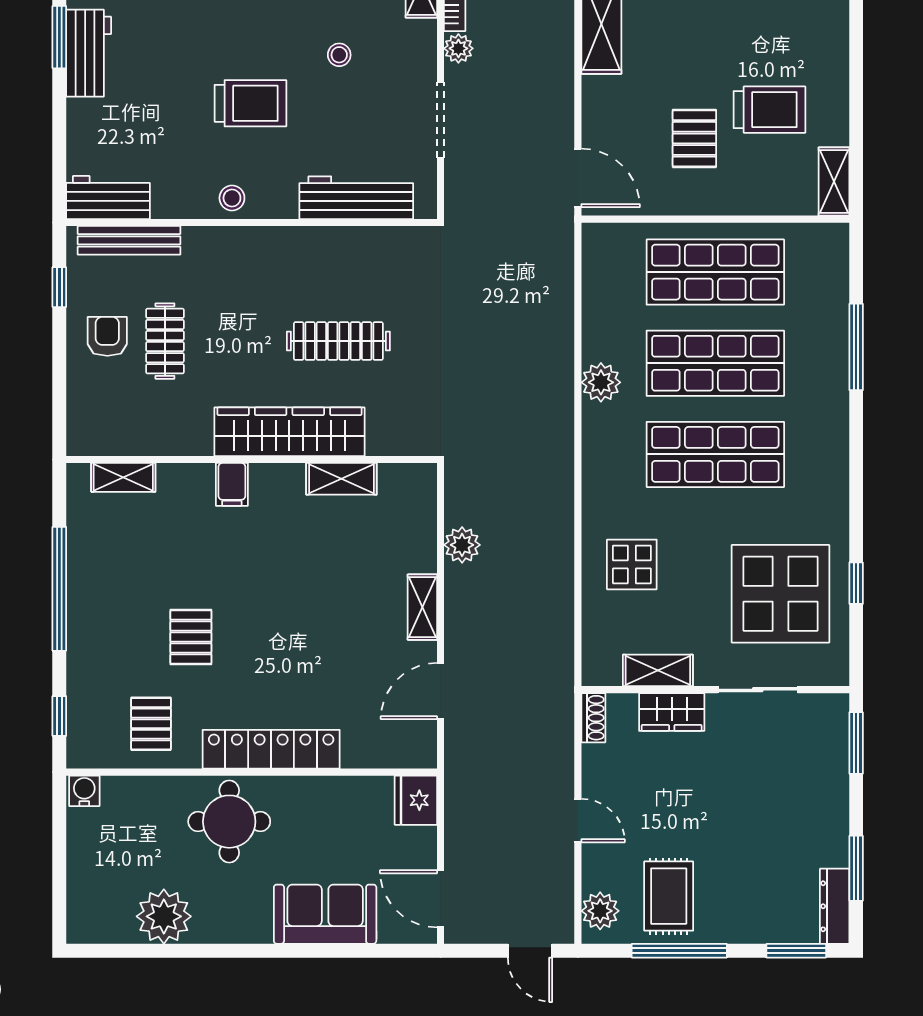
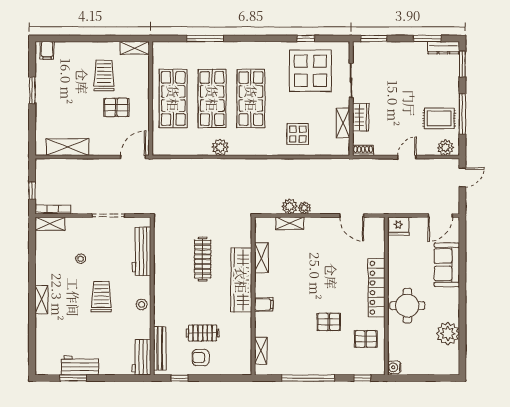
plant: (458, 48) -> (304, 208), moved
shelving: (422, 607) -> (290, 223), moved

